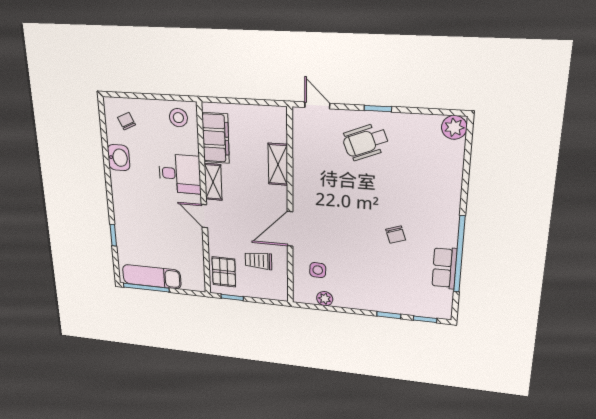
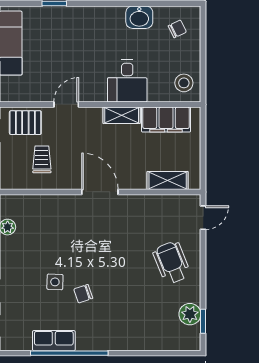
window: (378, 109) -> (203, 321), moved
plant: (454, 127) -> (190, 314), moved
shelving: (278, 164) -> (168, 180), moved
door: (204, 216) -> (66, 105), moved
door: (290, 229) -> (100, 192), moved
side table: (318, 270) -> (55, 282), moved

